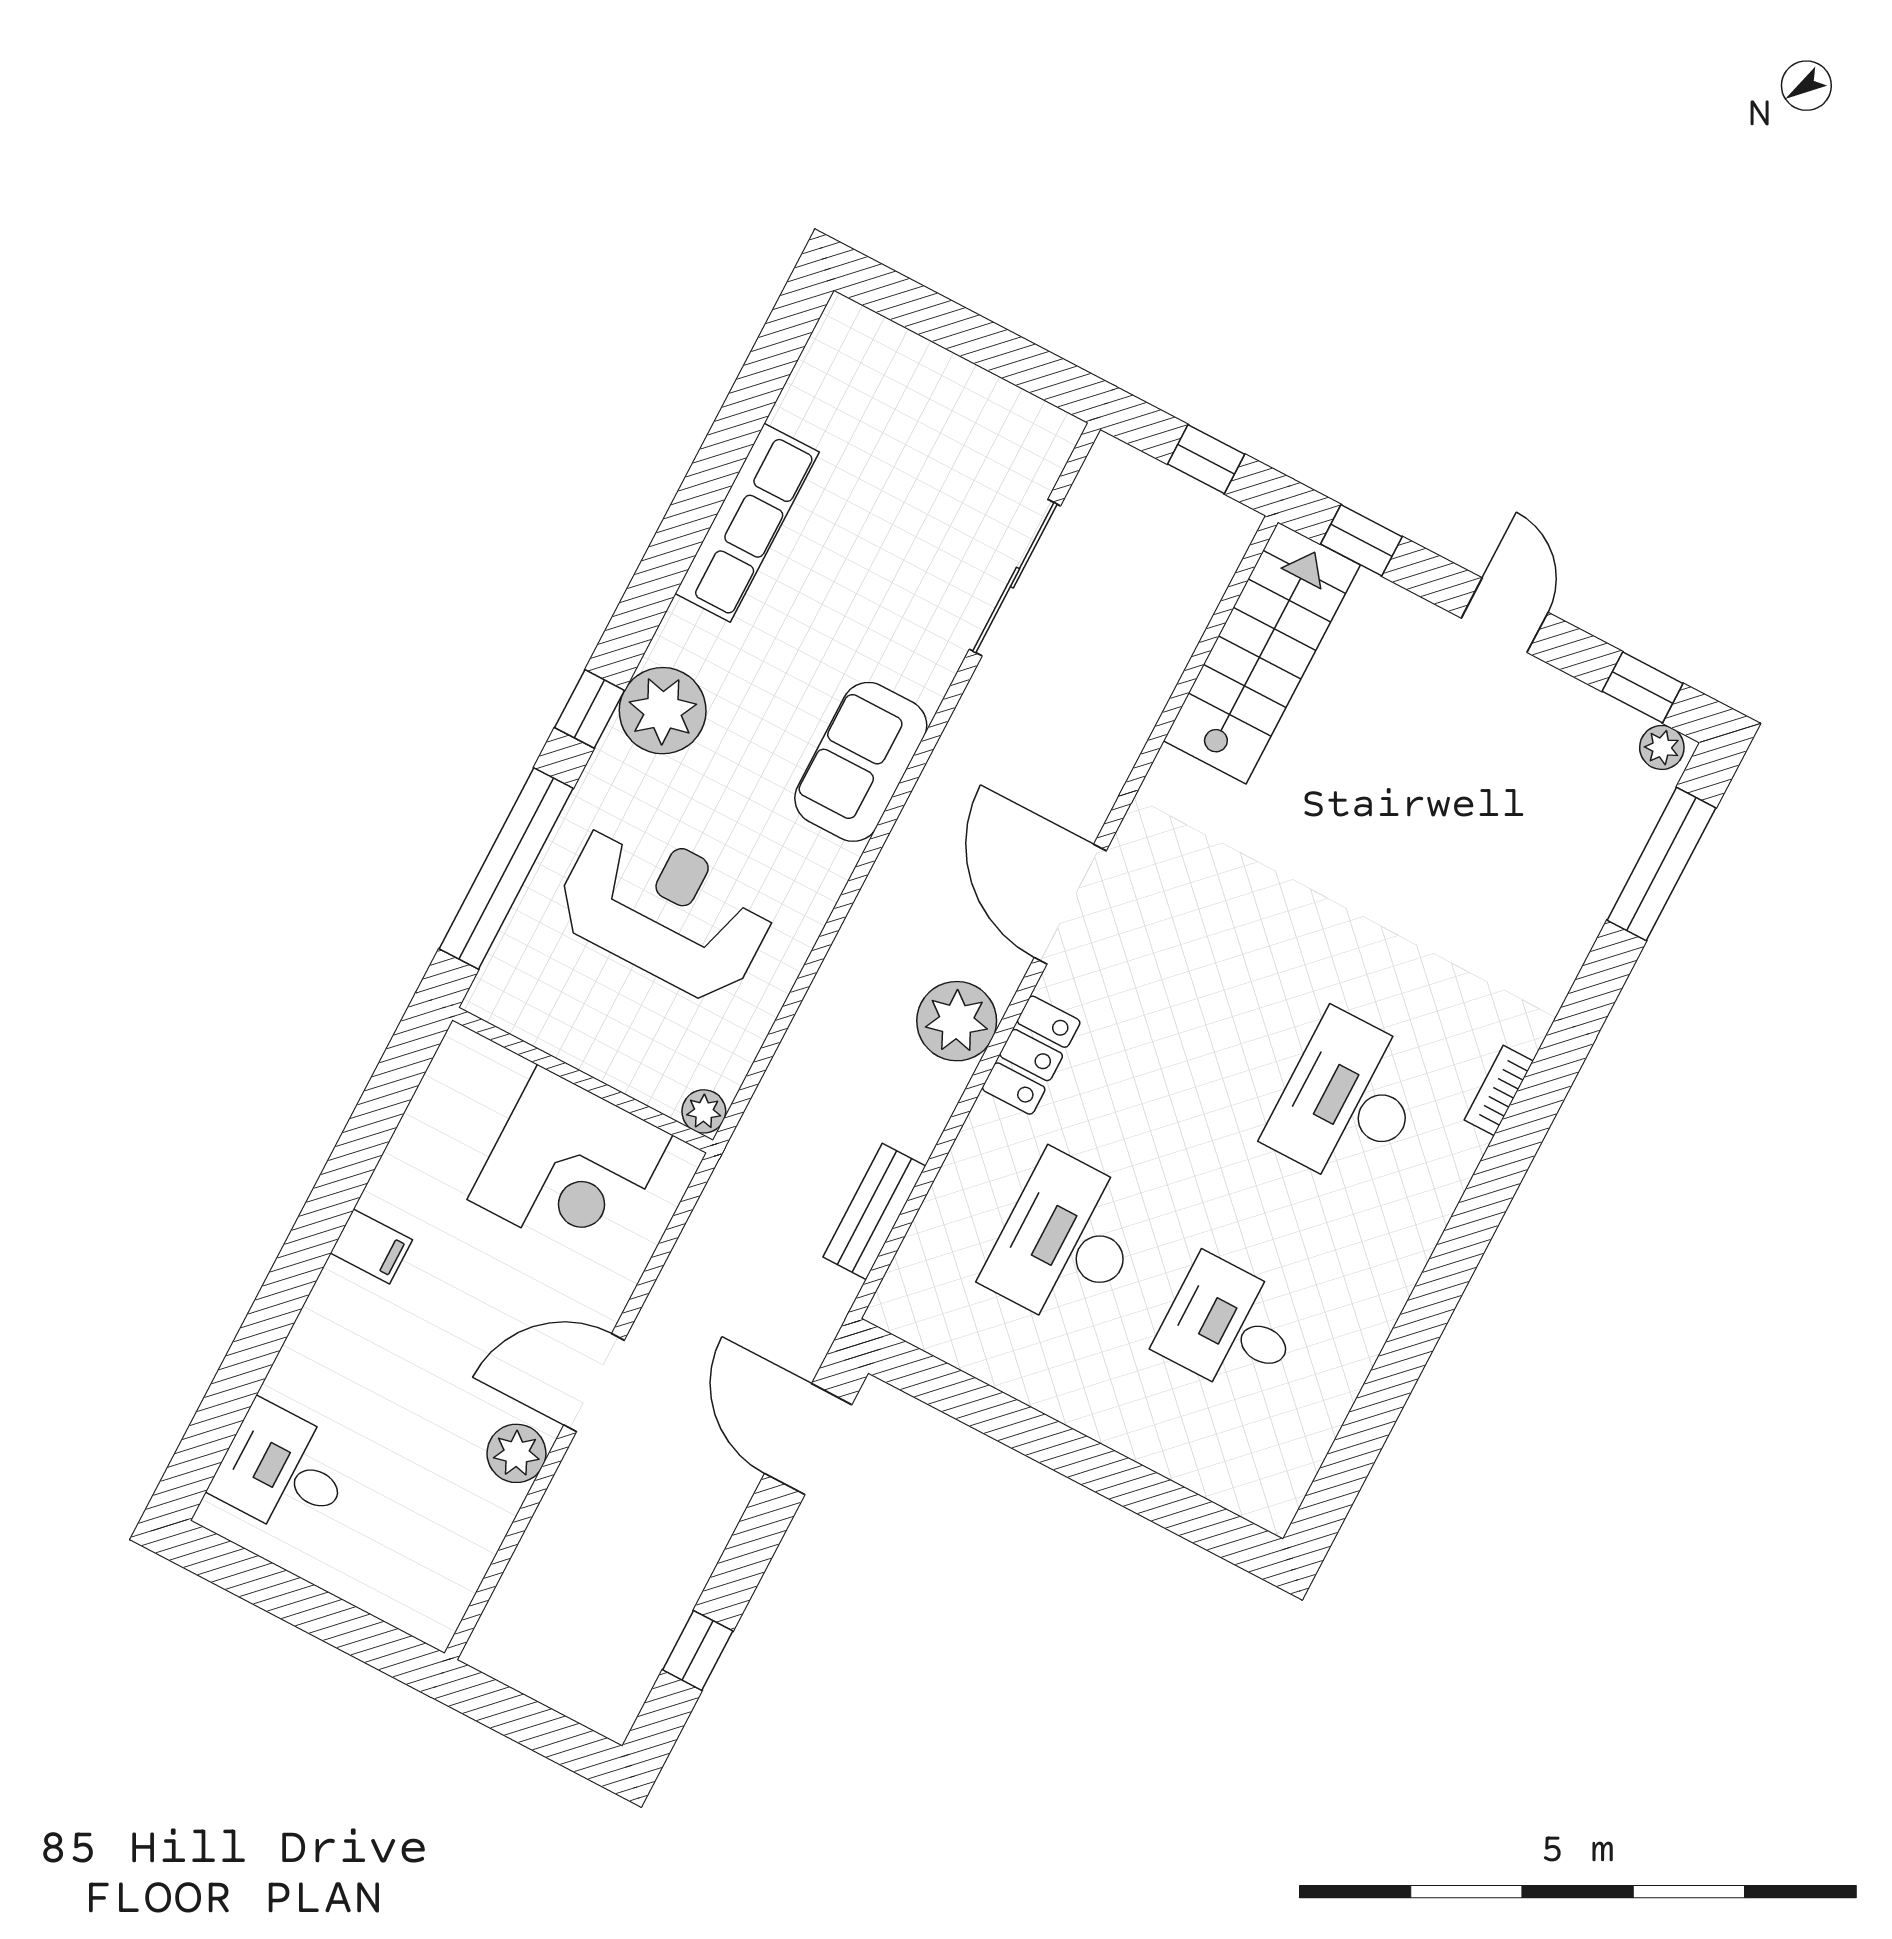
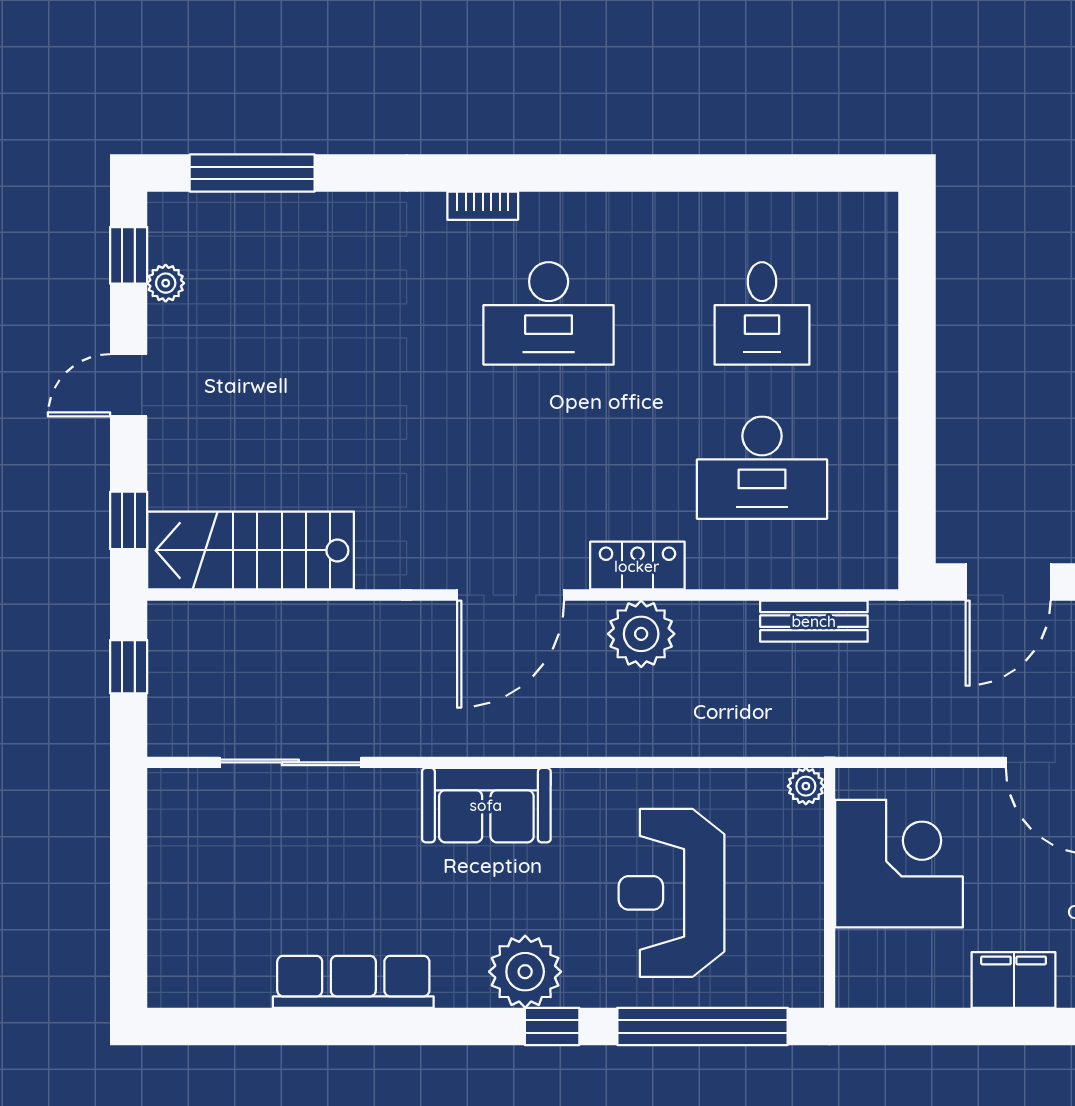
plant: (1662, 747) -> (166, 283), moved
filing cabinet: (371, 1246) -> (1014, 980), width x2.00

